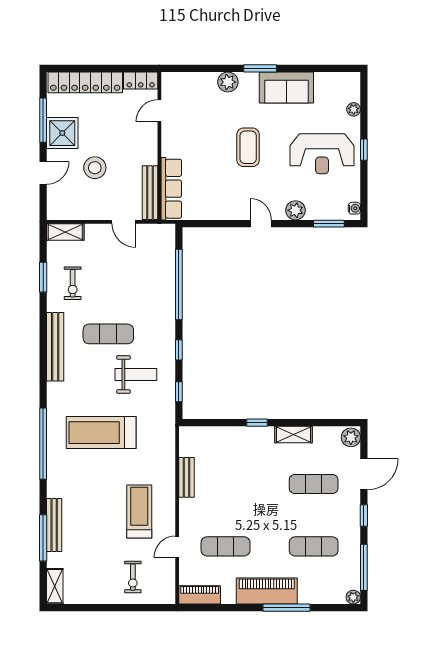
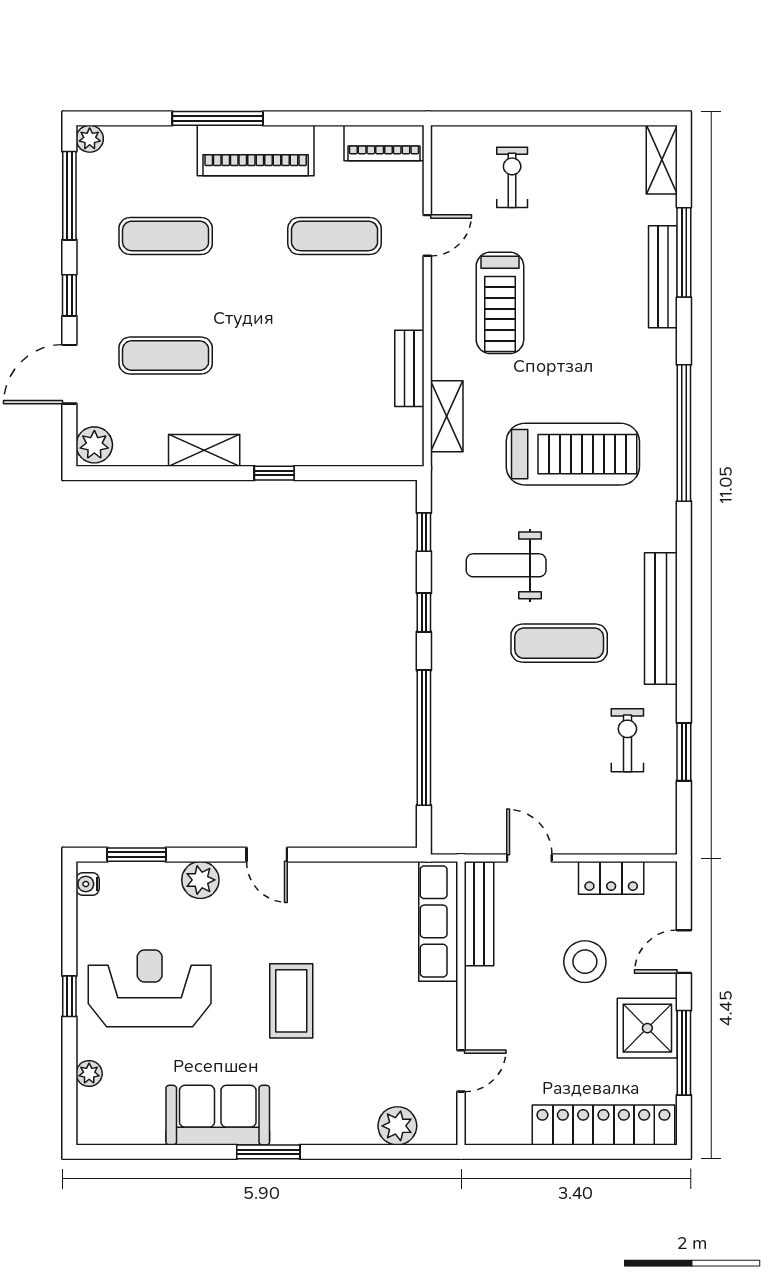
locker: (141, 81) -> (611, 878), moved, turned 180
plant: (228, 82) -> (397, 1126), moved
shelving: (65, 232) -> (447, 416), moved, turned 90

